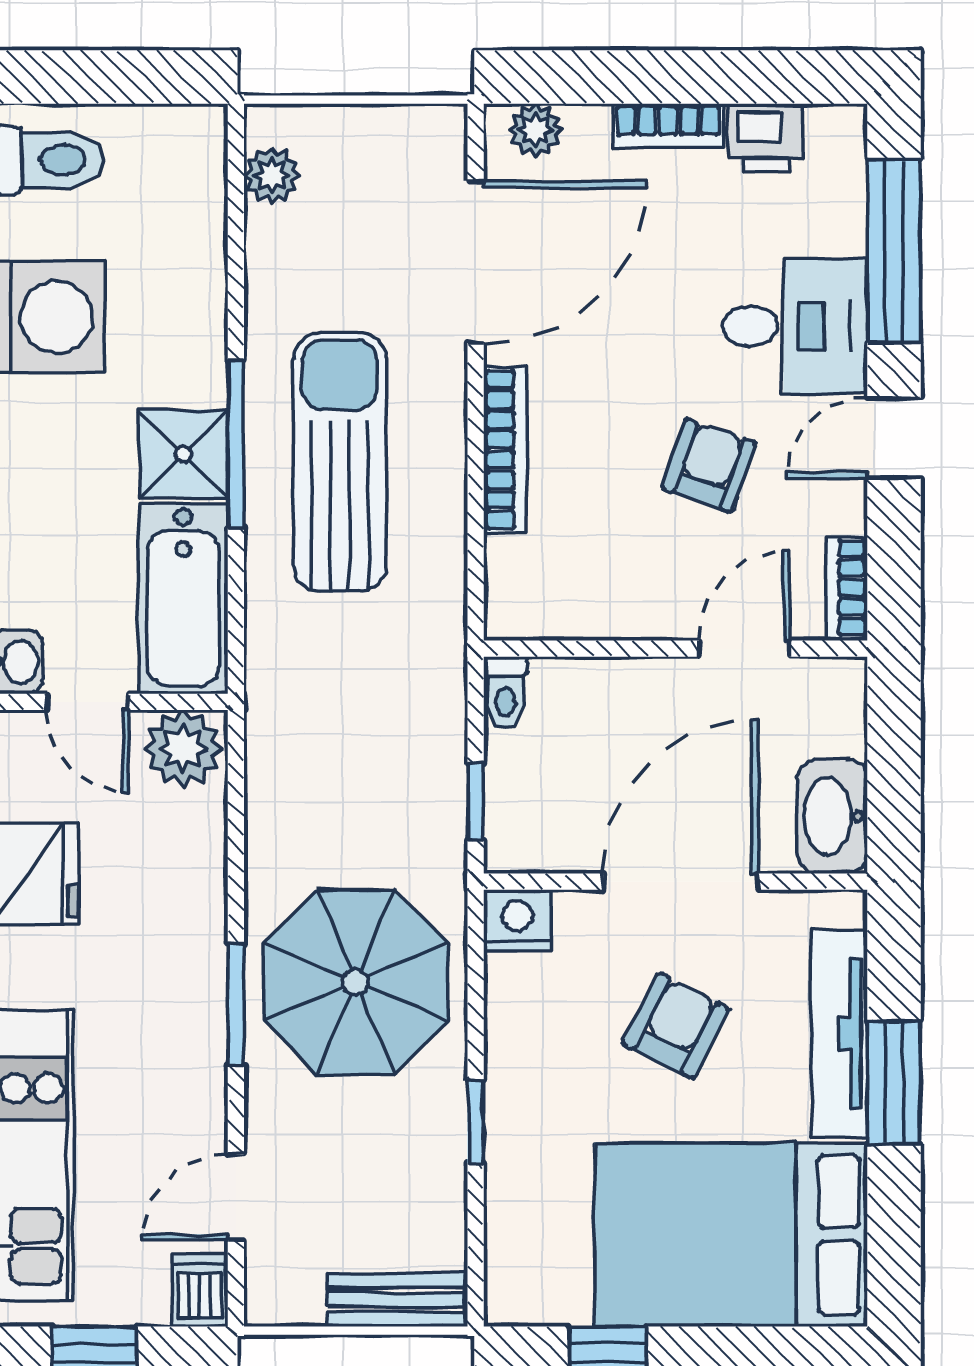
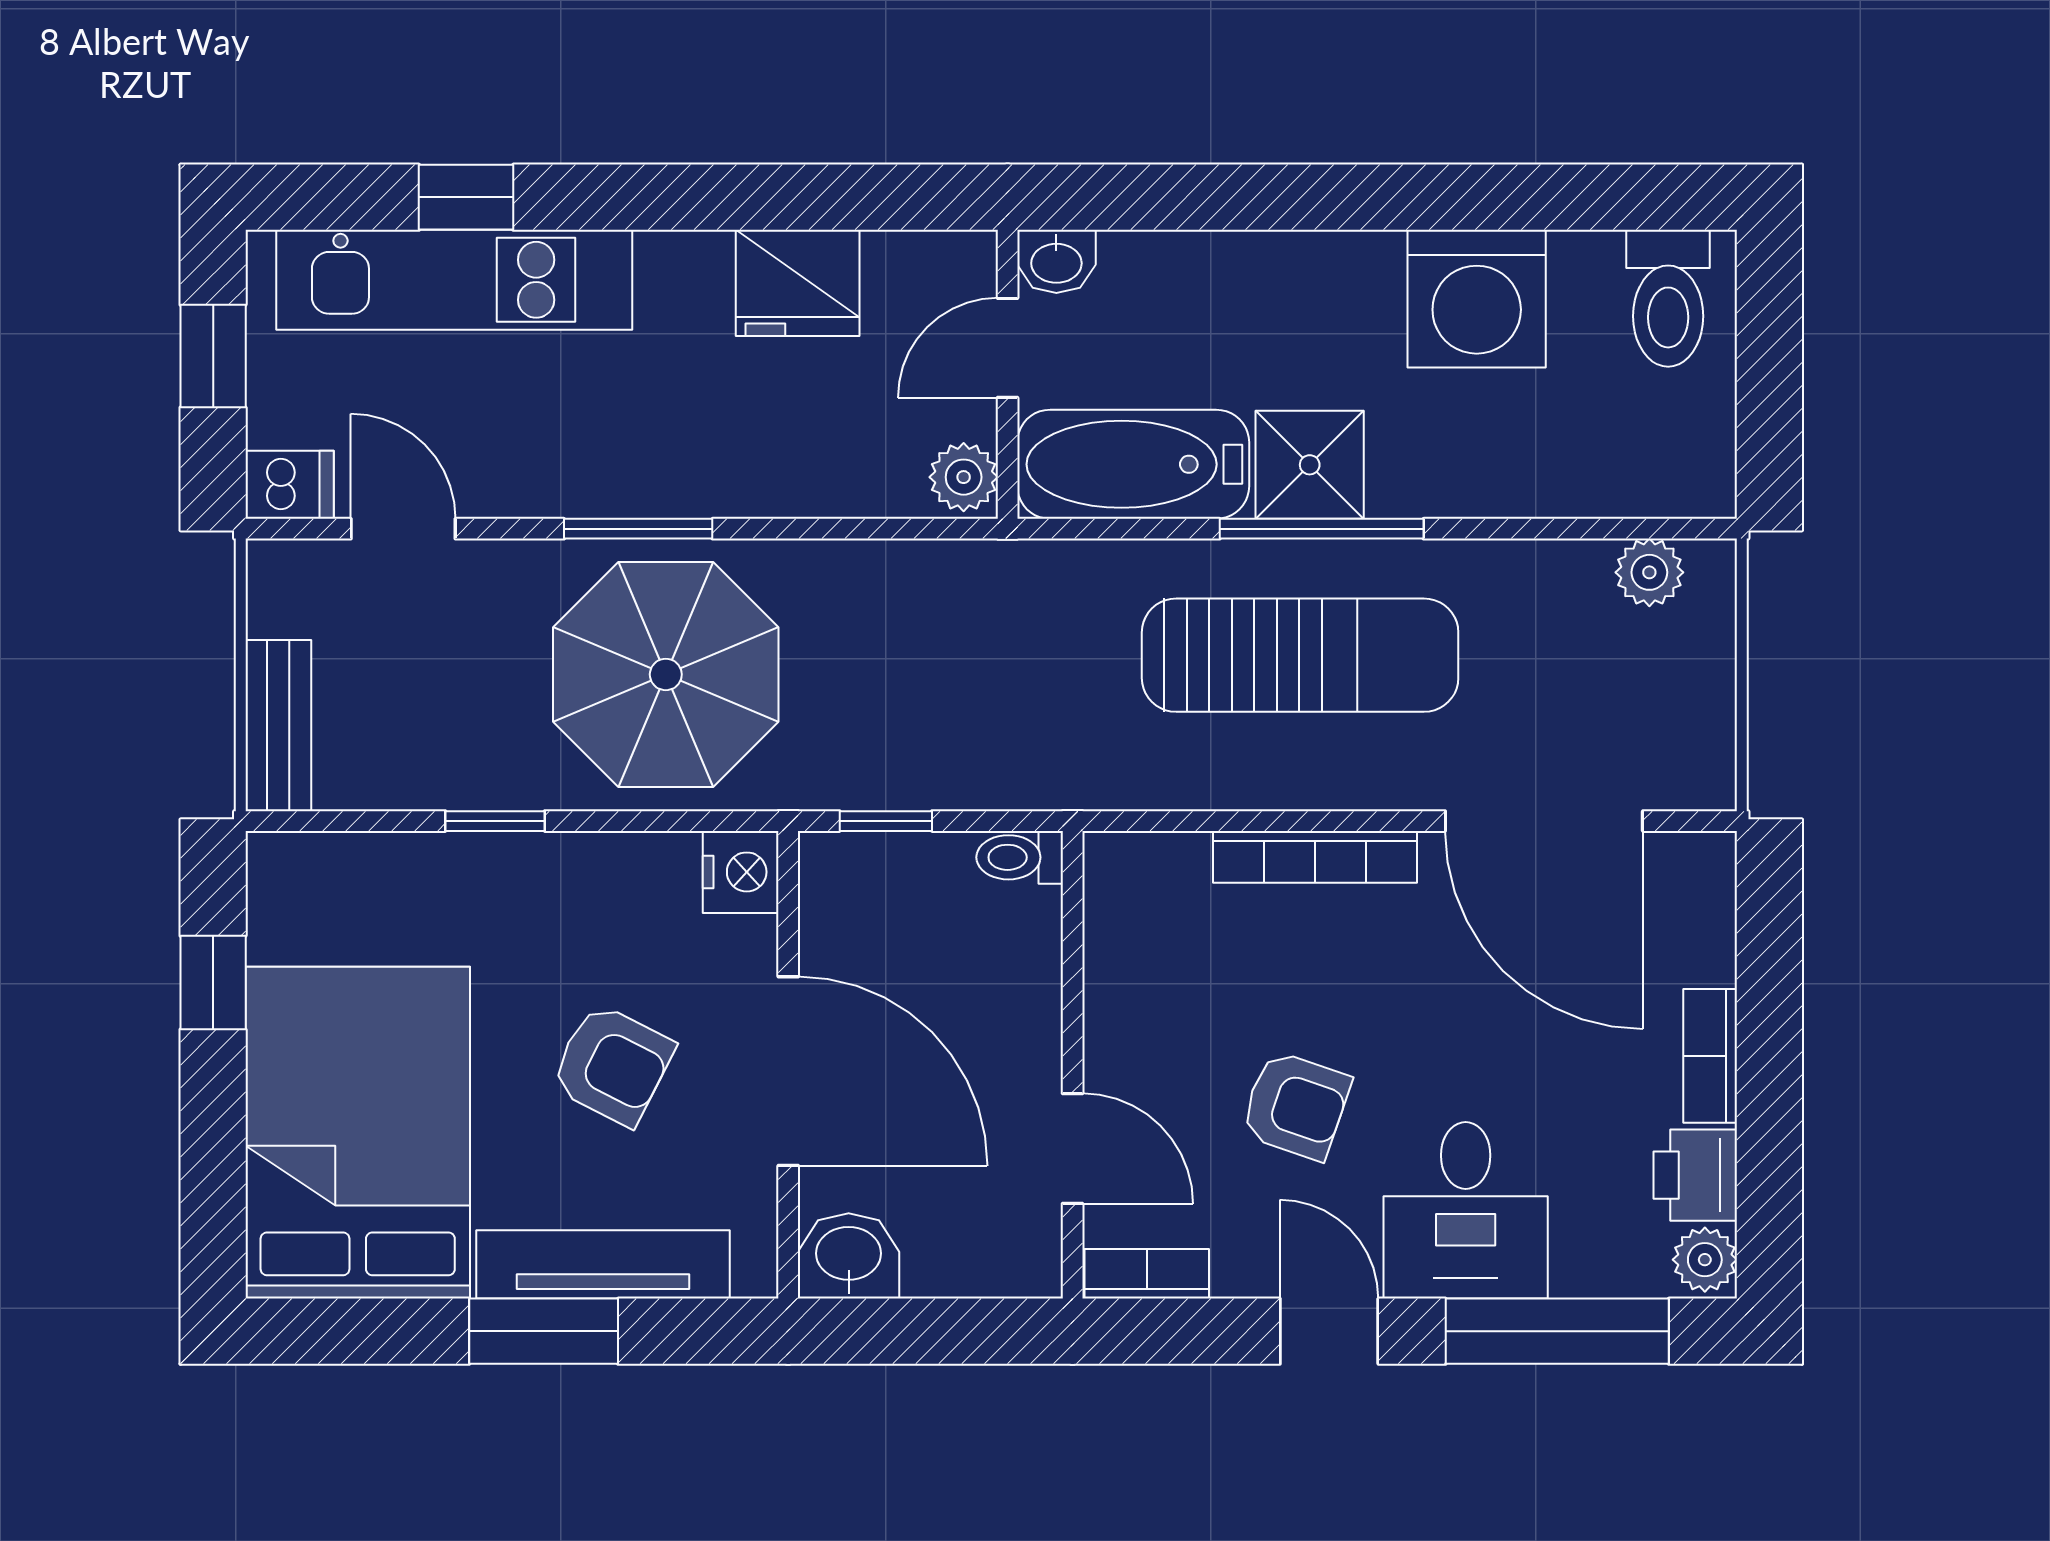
plant: (535, 130) -> (1705, 1260), moved
plant: (183, 748) -> (964, 477), width x0.73, depth x0.73
washbasin: (832, 816) -> (849, 1256), width x0.72

